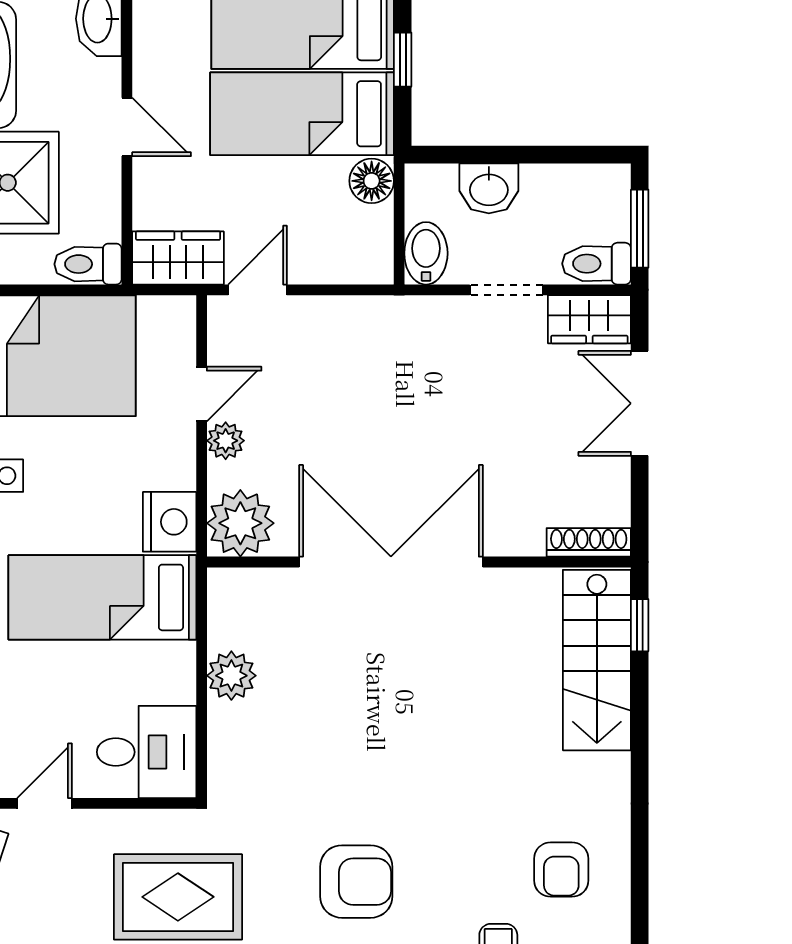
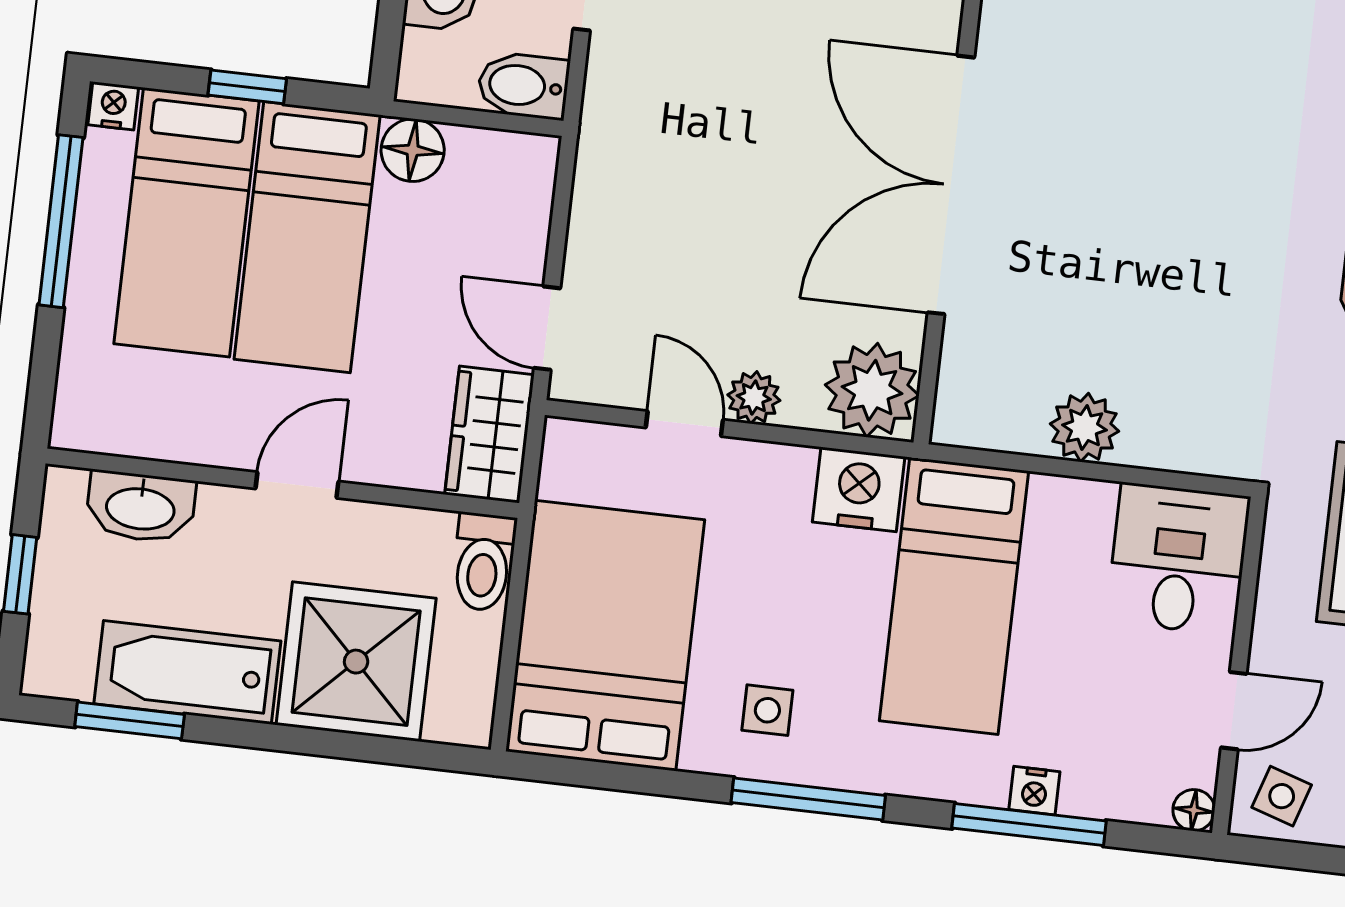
door: (45, 803) -> (1234, 711), swing flipped

